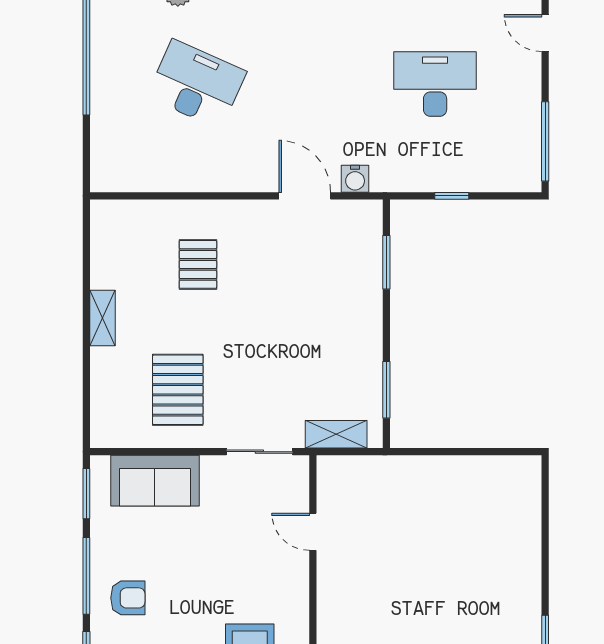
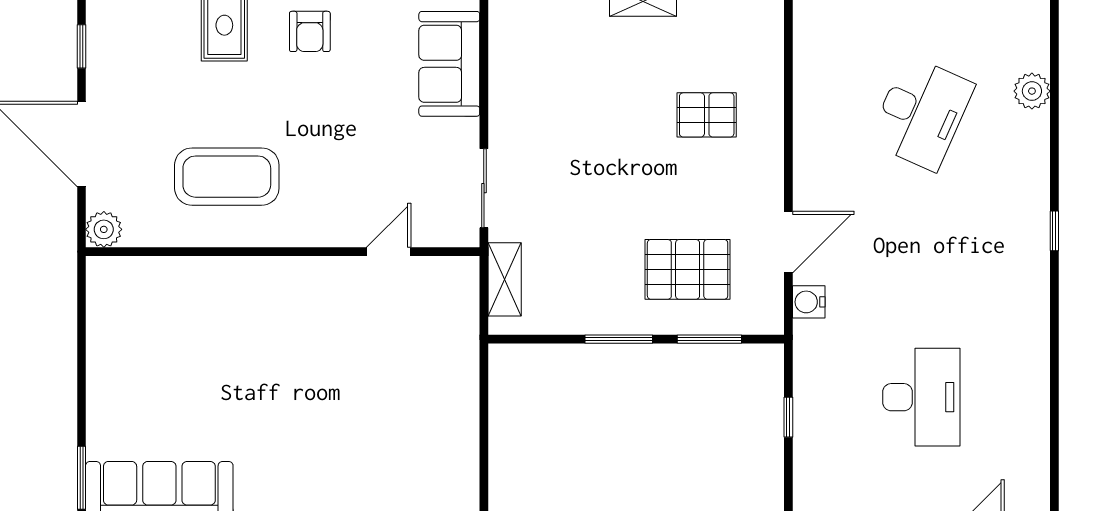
pallet: (178, 390) -> (688, 269), moved
window: (386, 390) -> (619, 339), moved

